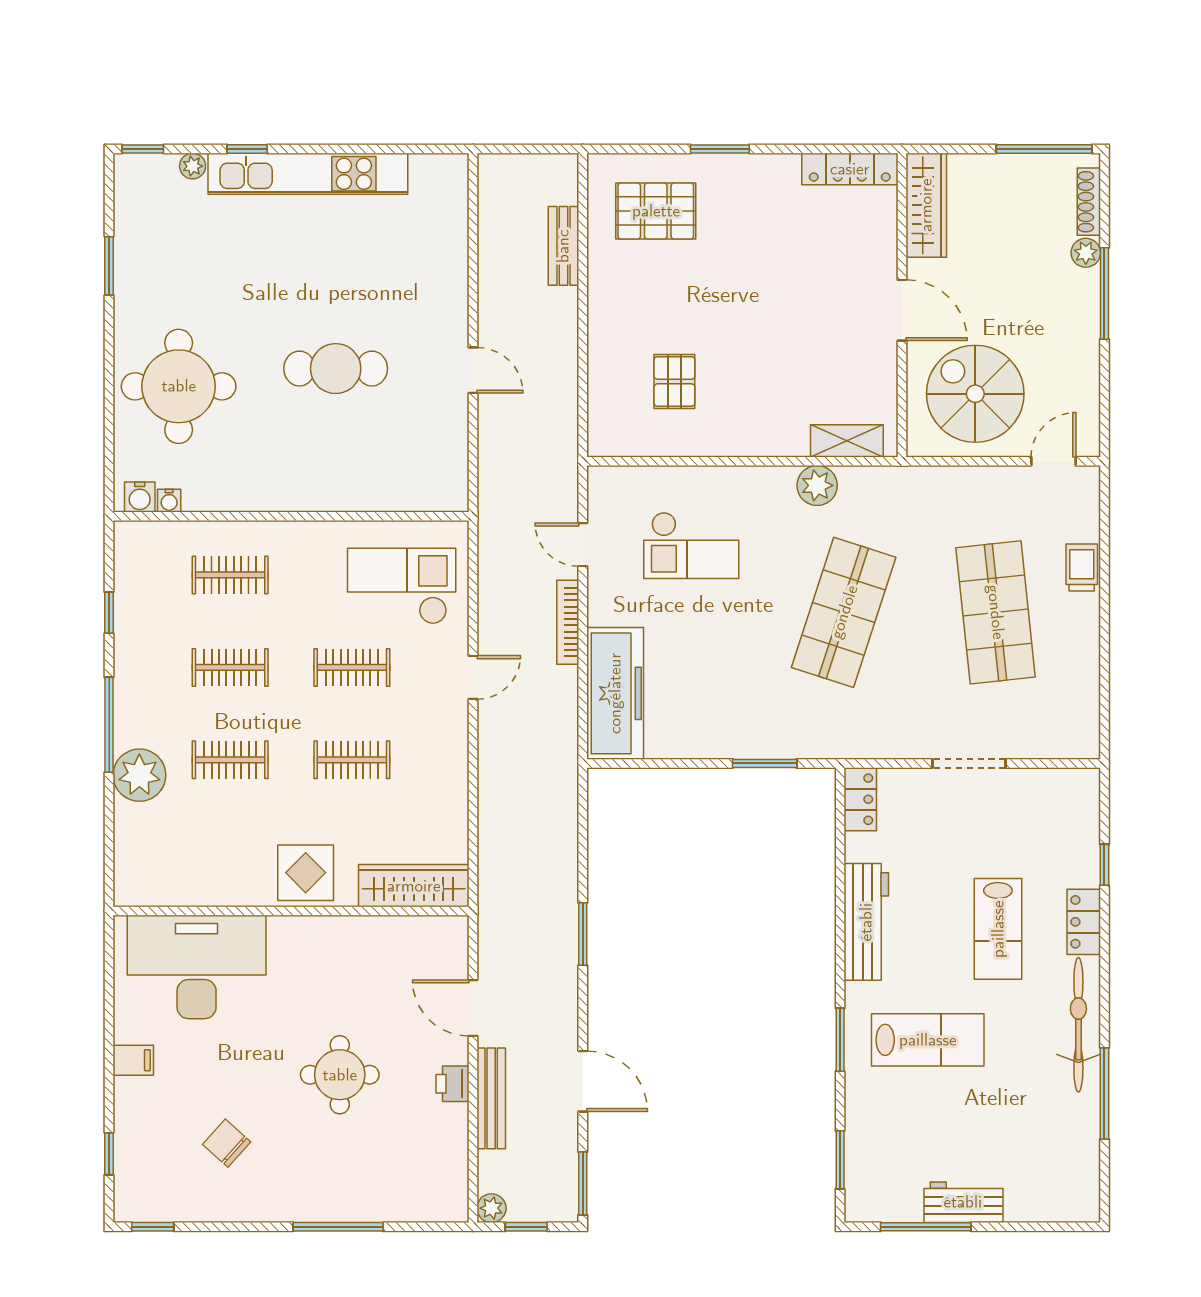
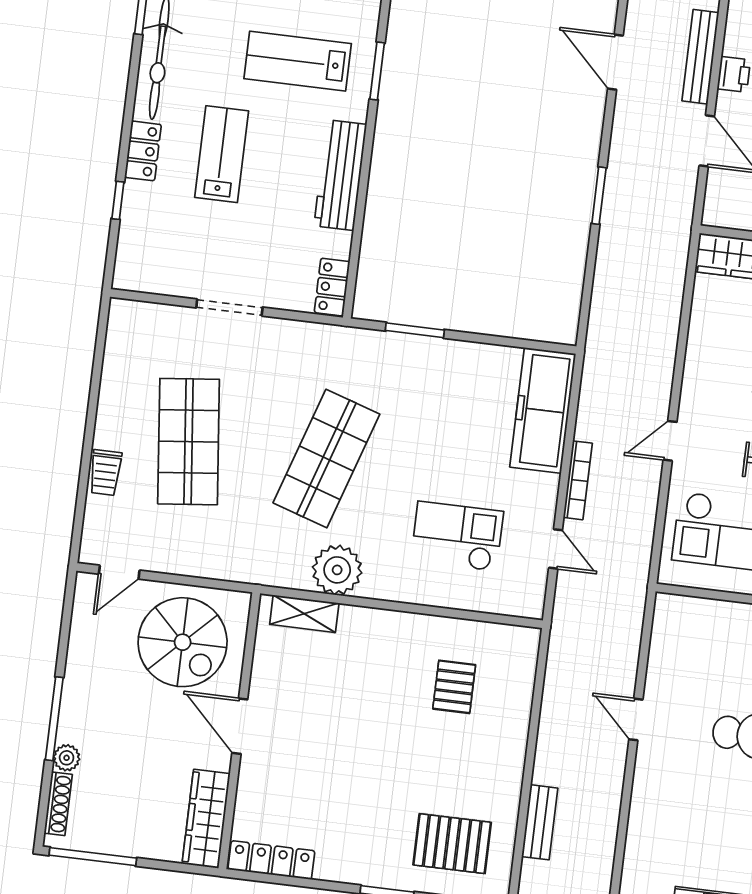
plant: (817, 485) -> (337, 570), width x1.36, depth x1.36

